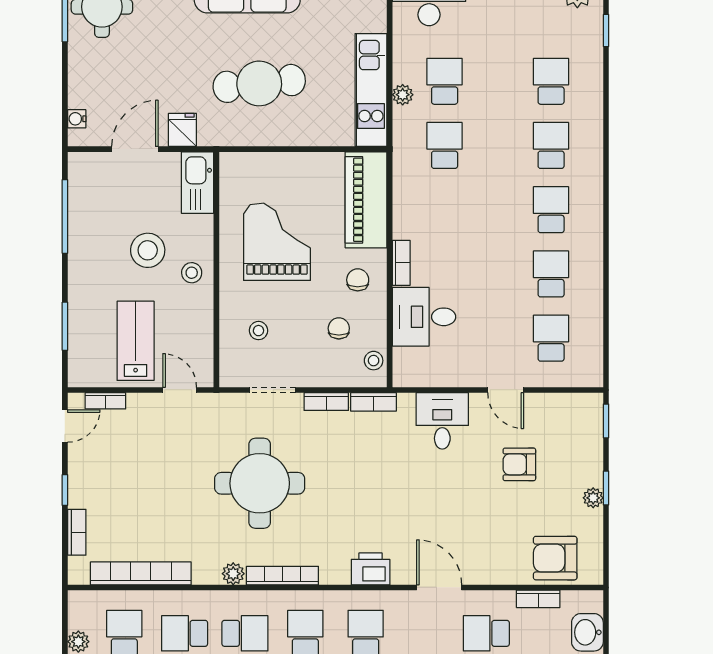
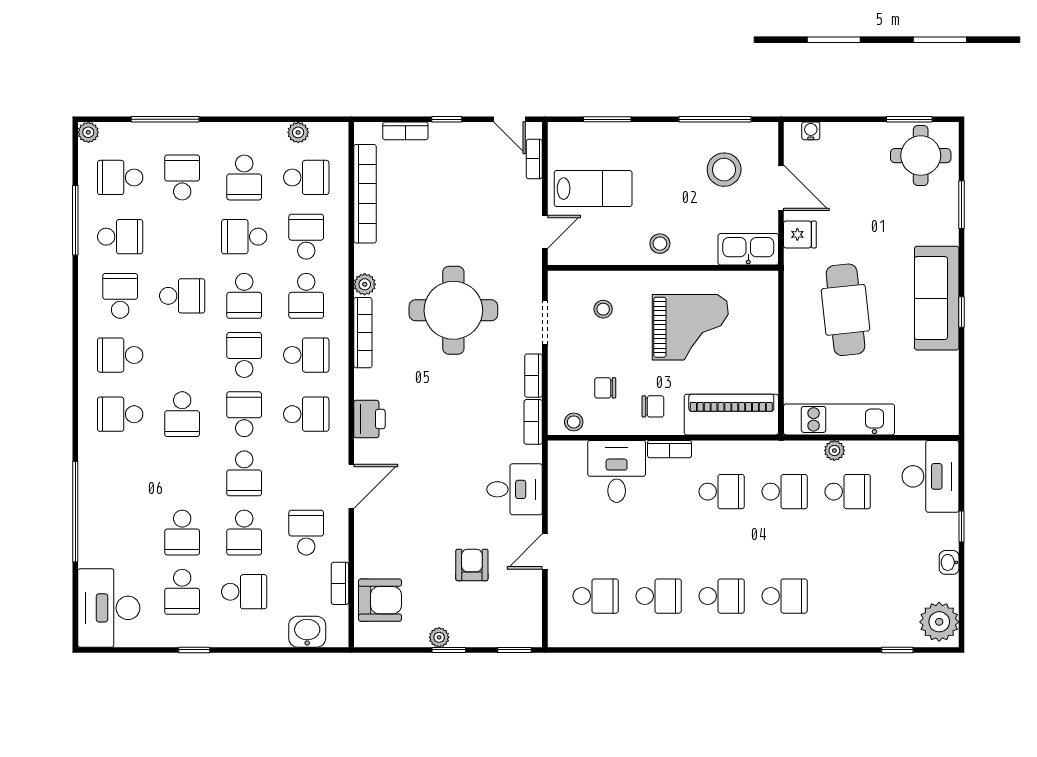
school desk: (551, 81) -> (722, 492), moved
stool: (148, 250) -> (724, 170), moved
chair: (339, 328) -> (605, 388), turned 180
armchair: (555, 558) -> (380, 600), turned 90

